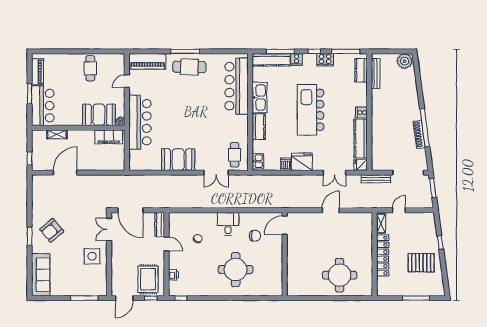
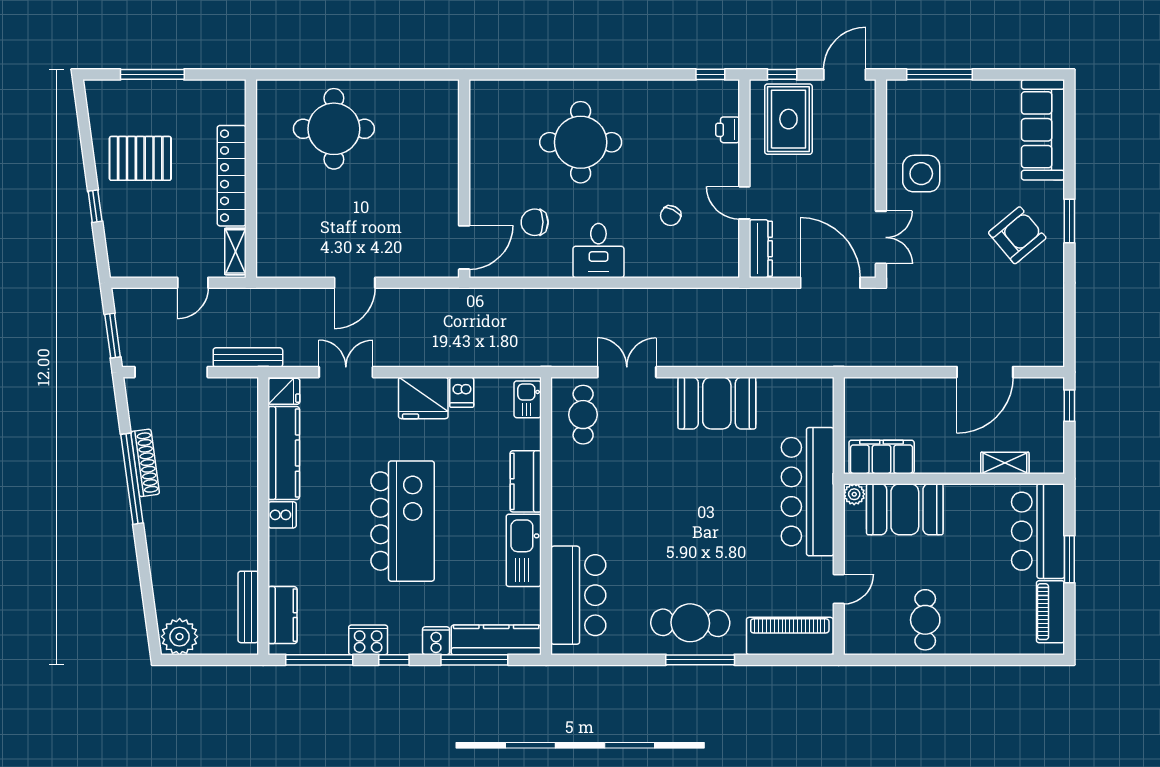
bar counter: (237, 86) -> (578, 595), width x0.73

